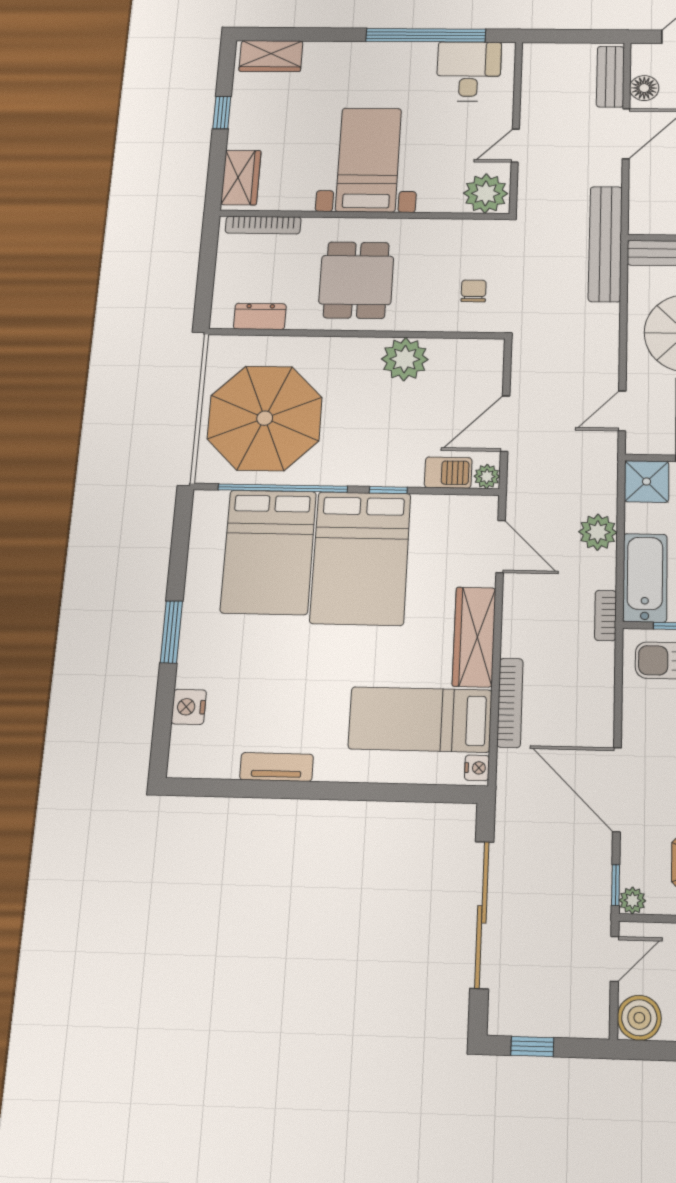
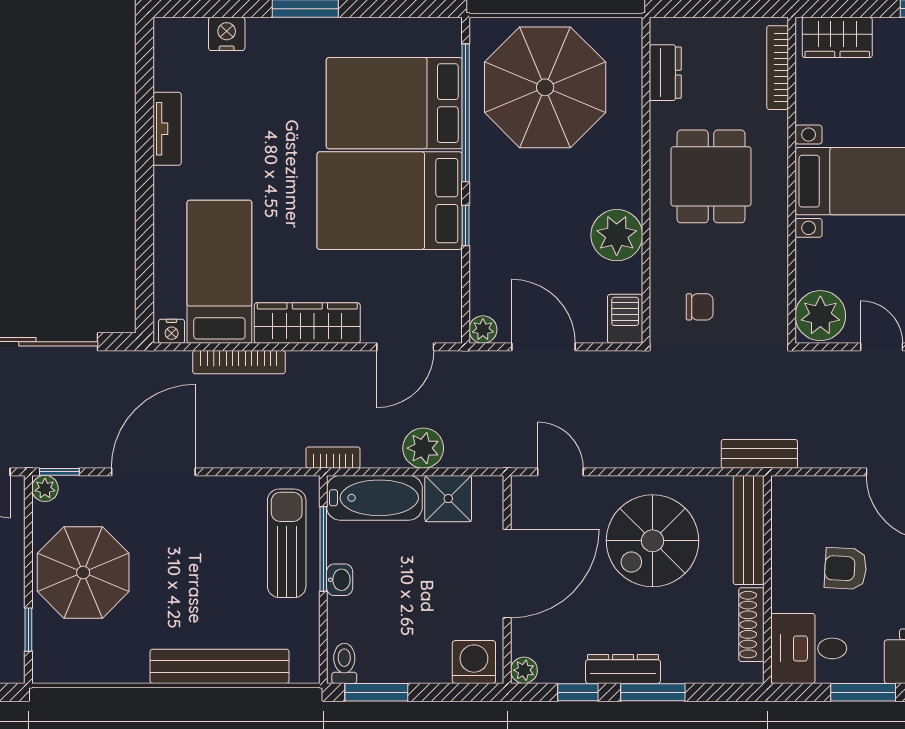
bench: (605, 244) -> (759, 454), width x0.54, depth x0.82
dining table: (356, 280) -> (711, 176), turned 90
barbecue: (448, 473) -> (625, 319), moved, turned 180
shower: (647, 482) -> (448, 499), moved

